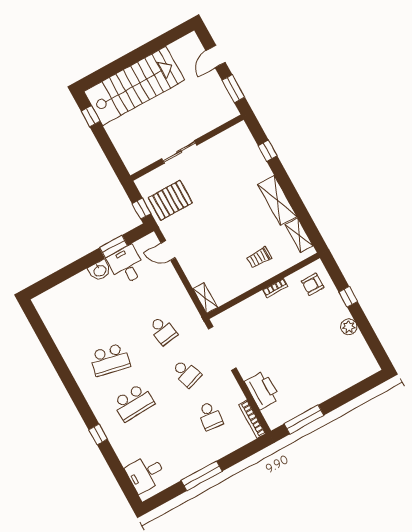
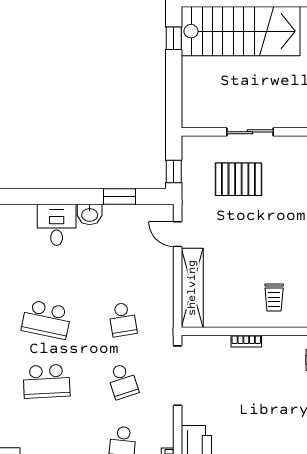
pallet: (170, 200) -> (238, 179), moved
trolley: (259, 258) -> (274, 298), turned -90
desk: (126, 265) -> (57, 225), moved
bookcase: (275, 288) -> (246, 341), moved
shelving: (205, 298) -> (192, 288), width x2.20, depth x1.33

